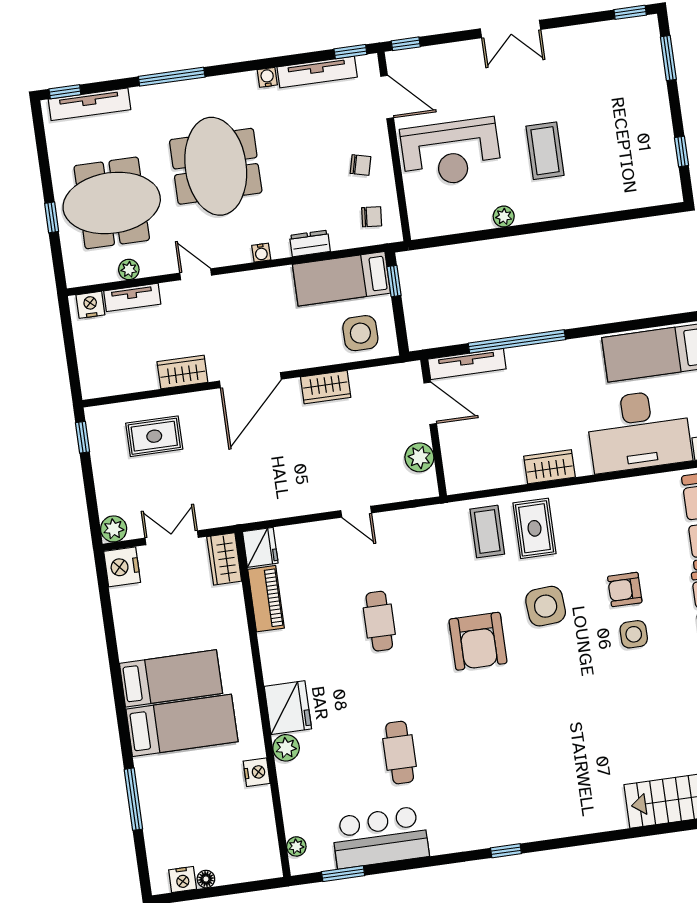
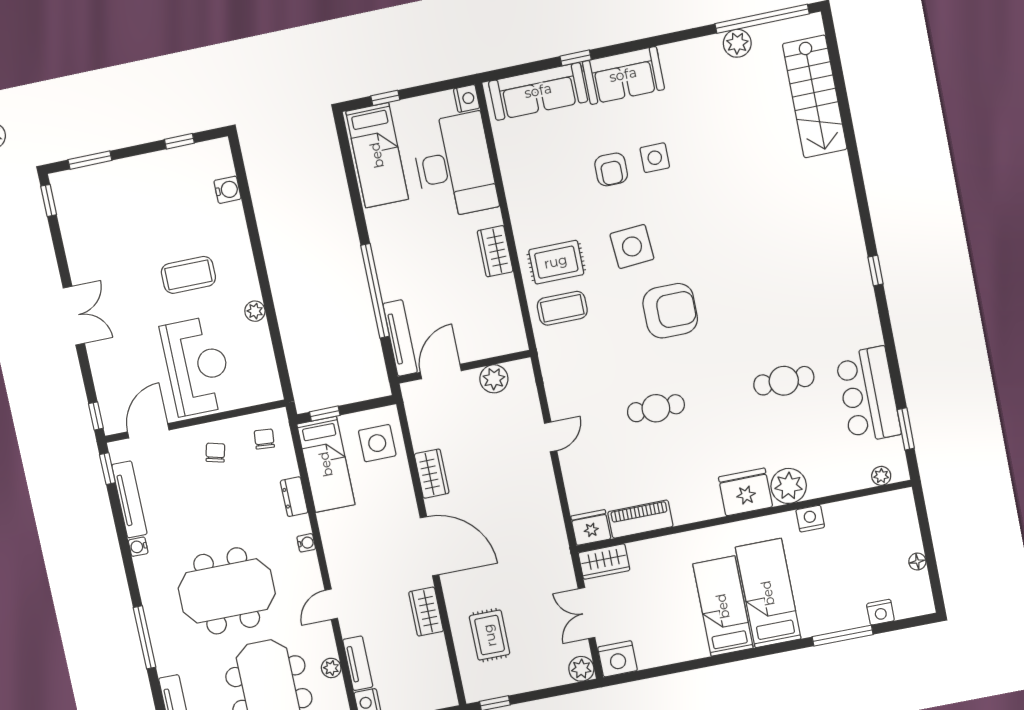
water cooler: (629, 197) -> (227, 190), added
plant: (286, 748) -> (789, 486), width x1.36, depth x1.36
nightstand: (183, 880) -> (880, 612), moved, turned 90

